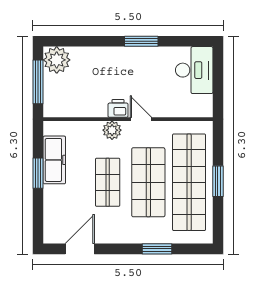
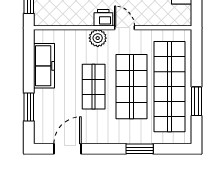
window: (38, 173) -> (29, 107), moved
window: (218, 181) -> (196, 101), moved

